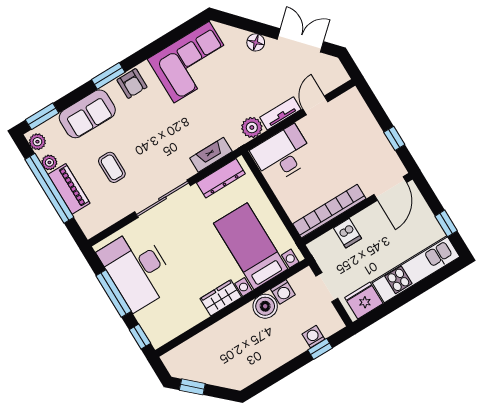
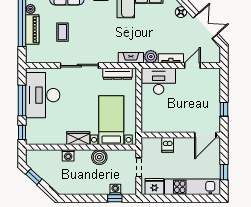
fireplace: (211, 155) -> (131, 58), moved
bookcase: (329, 211) -> (165, 127), removed
washing machine: (283, 292) -> (68, 155), moved

